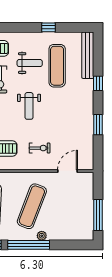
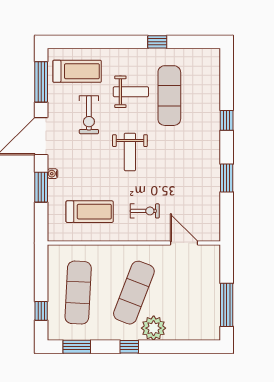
bench: (88, 55) -> (212, 81), removed
door: (68, 171) -> (184, 243), hinge flipped
plant: (42, 236) -> (154, 328), width x1.88, depth x1.88
window: (29, 245) -> (129, 347), width x0.32

